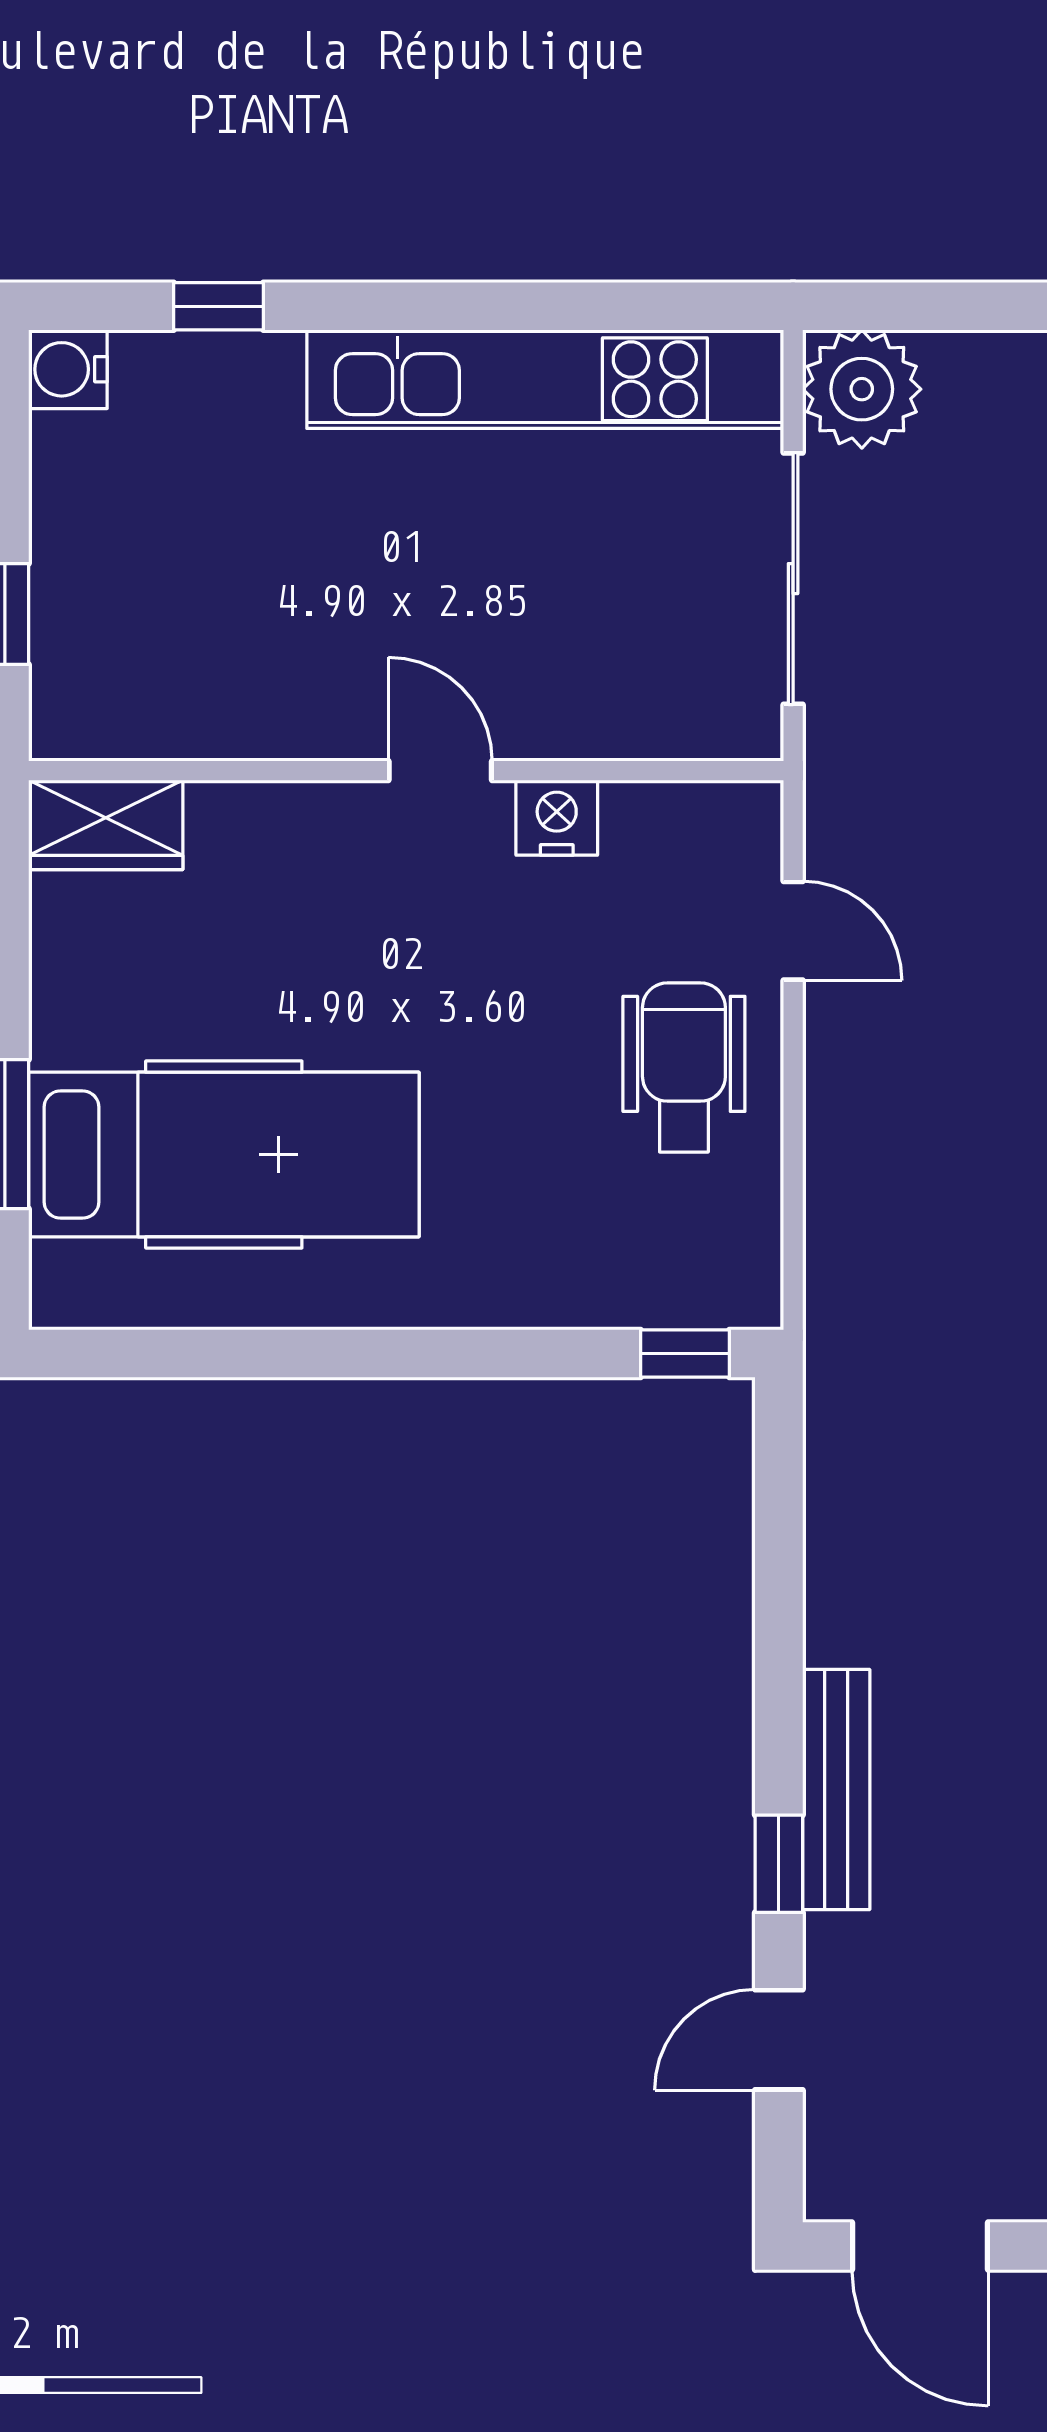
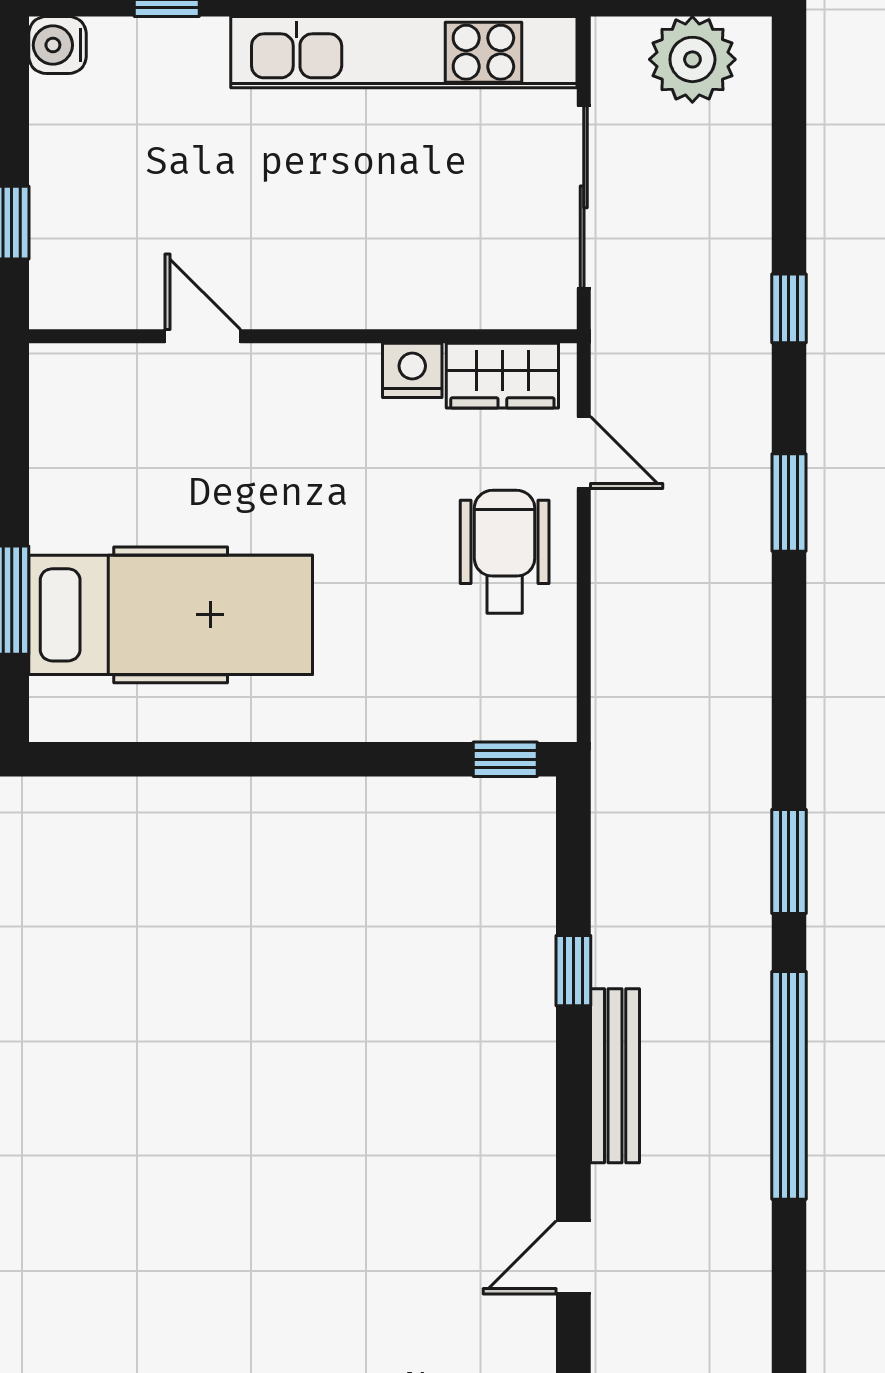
plant: (862, 389) -> (692, 59), moved
door: (440, 771) -> (203, 336), moved
wardrobe: (106, 825) -> (502, 376), moved
window: (779, 1864) -> (573, 971), moved

